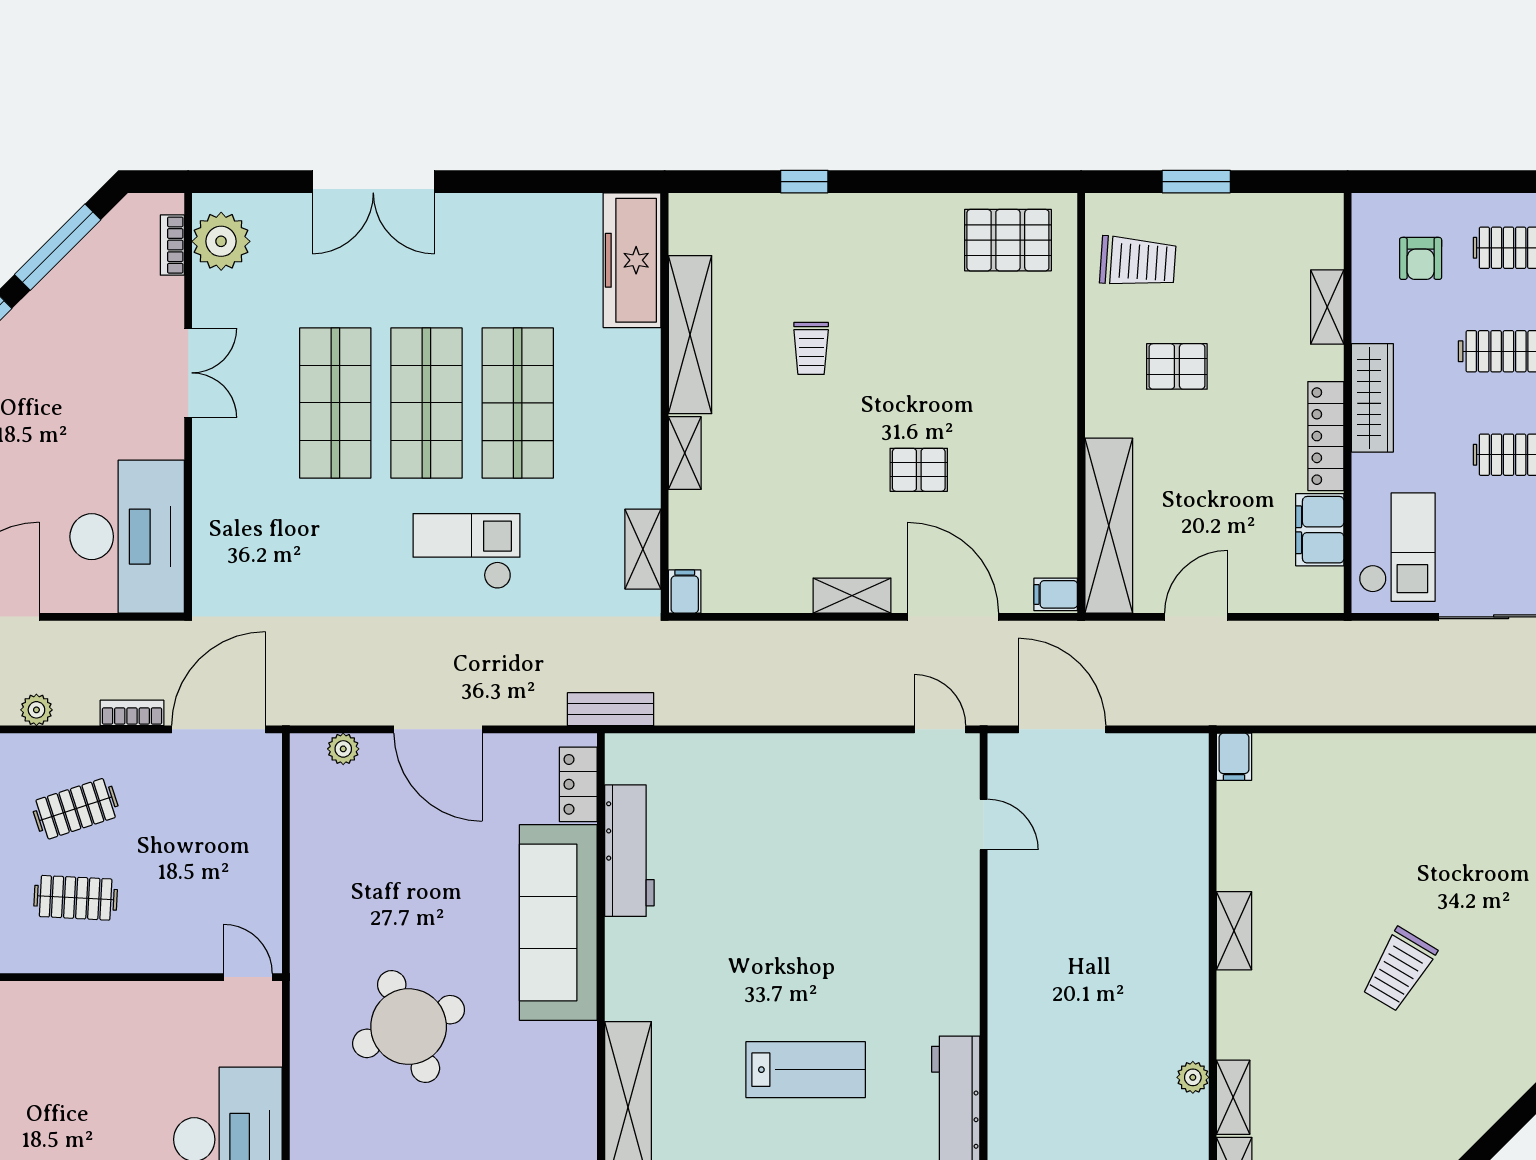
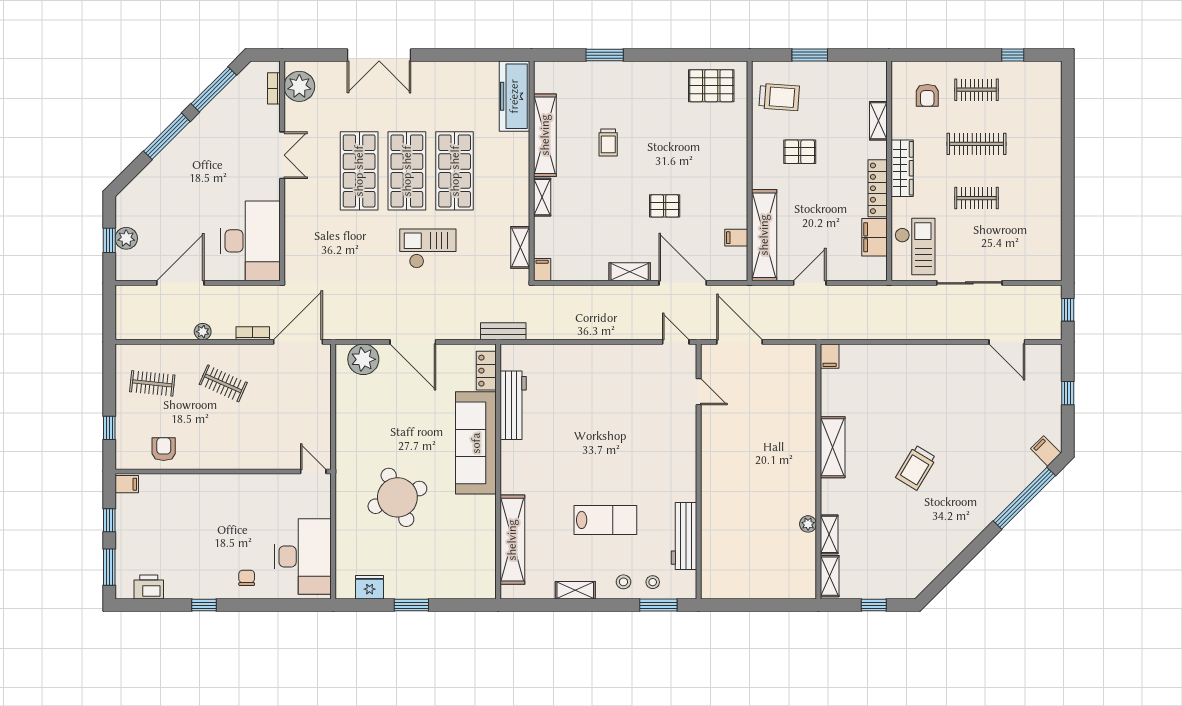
window: (804, 182) -> (605, 55), width x1.50
filing cabinet: (1056, 594) -> (736, 238), moved
plant: (343, 749) -> (363, 359), width x1.87, depth x1.87
clothes rail: (76, 809) -> (223, 383), turned 42
clothes rail: (76, 898) -> (223, 430), removed
shelving: (1234, 931) -> (833, 447), width x1.50, depth x1.33

